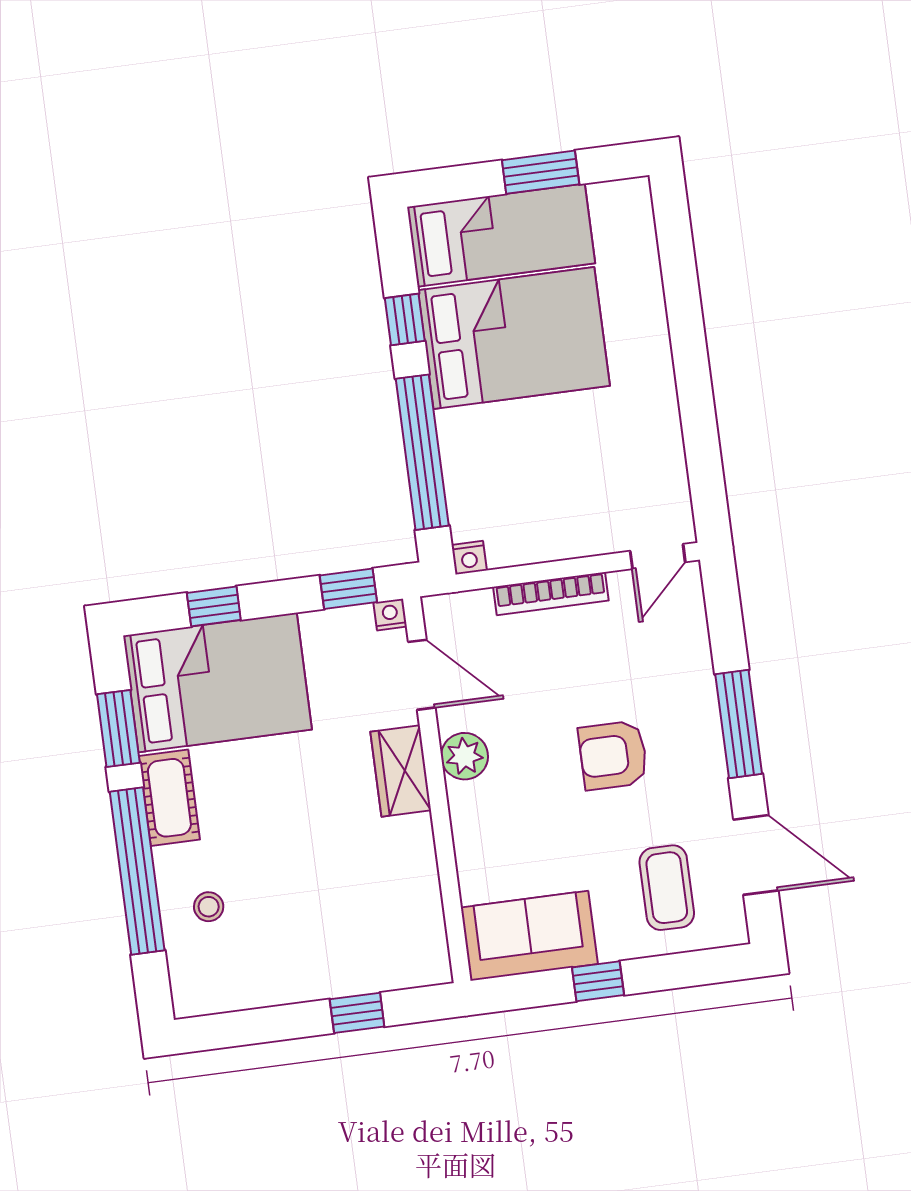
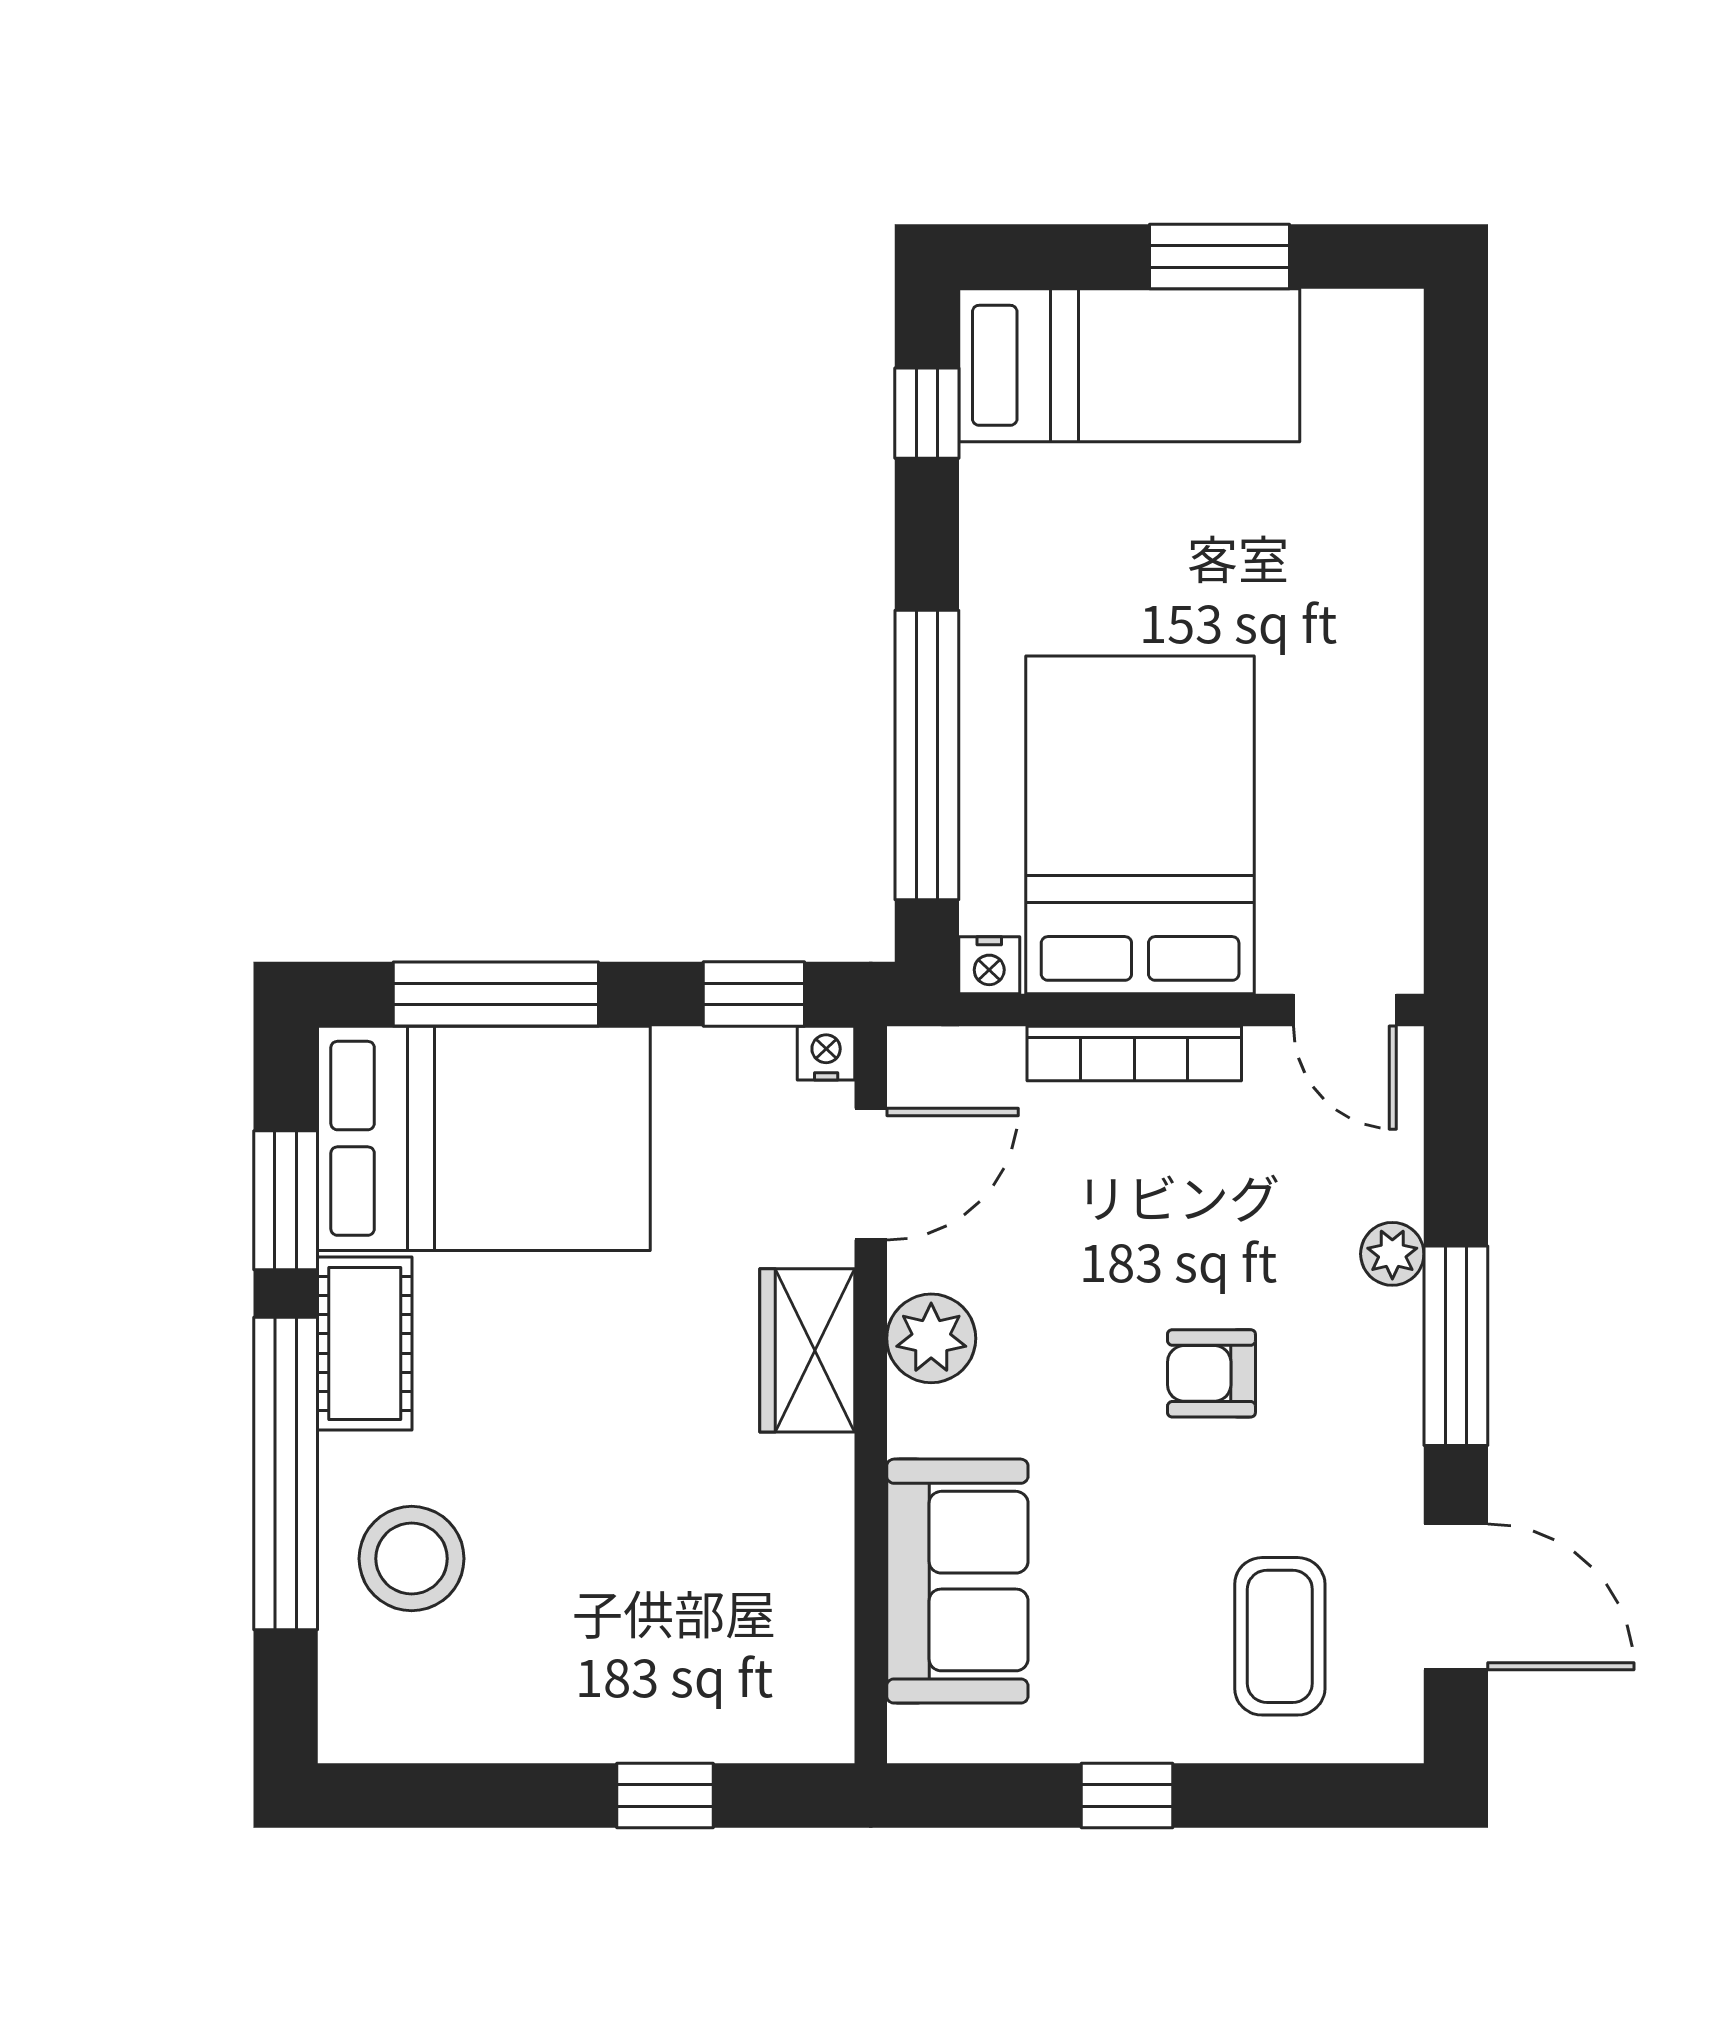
window: (405, 320) -> (927, 413), moved
bed: (514, 338) -> (1140, 825), moved, turned -90
door: (658, 557) -> (1345, 1010), hinge flipped
window: (214, 606) -> (496, 994), width x2.17
door: (422, 675) -> (871, 1174), hinge flipped
plant: (699, 680) -> (1392, 1254), added
armchair: (613, 755) -> (1211, 1373), width x0.72, depth x0.72
stool: (209, 907) -> (412, 1559), width x1.89, depth x1.89
sofa: (529, 936) -> (957, 1581), moved, turned 90

